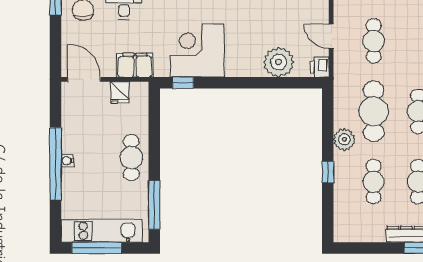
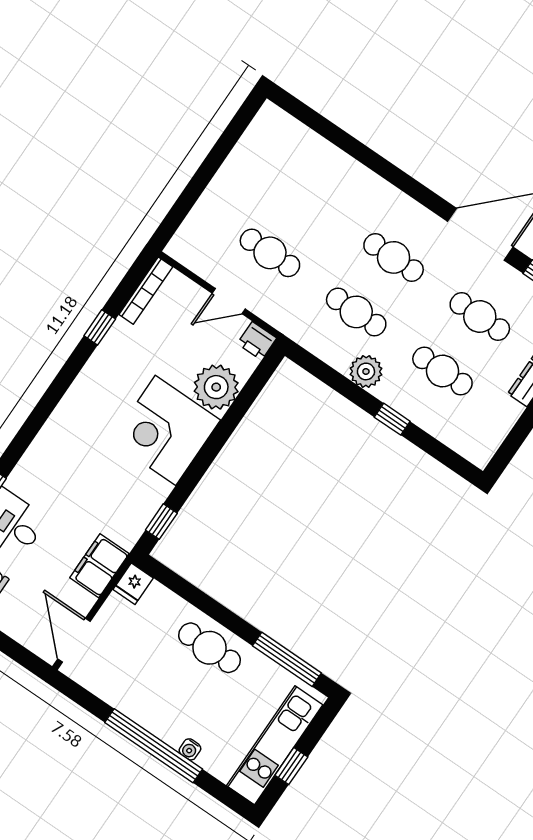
corner desk: (197, 50) -> (166, 430), moved
door: (84, 79) -> (74, 640), hinge flipped
fridge: (120, 92) -> (133, 584), moved, turned 90
cafe table: (374, 111) -> (356, 312), width x0.73, depth x0.74
water cooler: (67, 161) -> (190, 749), moved
window: (97, 248) -> (291, 766), width x0.46

